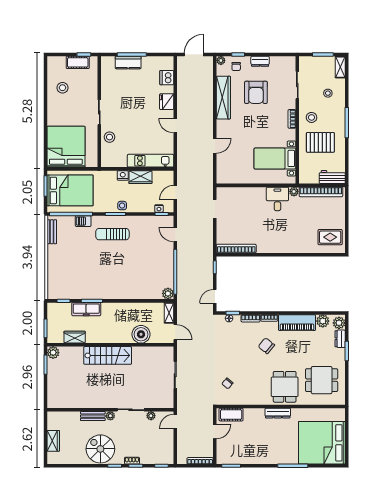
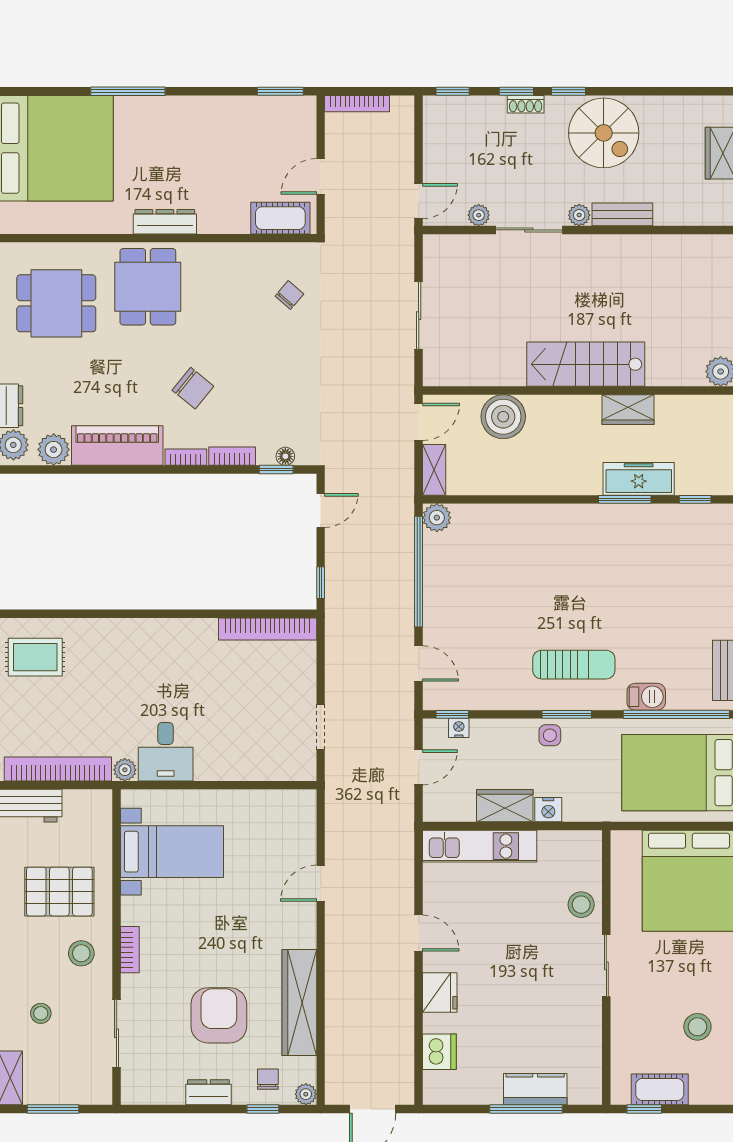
door: (175, 332) -> (419, 422), swing flipped
wardrobe: (75, 337) -> (628, 410), moved

